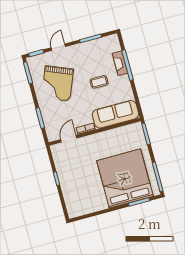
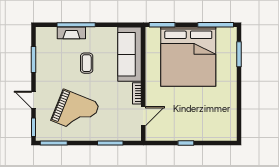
door: (69, 139) -> (143, 116), swing flipped
bed: (125, 178) -> (188, 57), moved, turned -90

